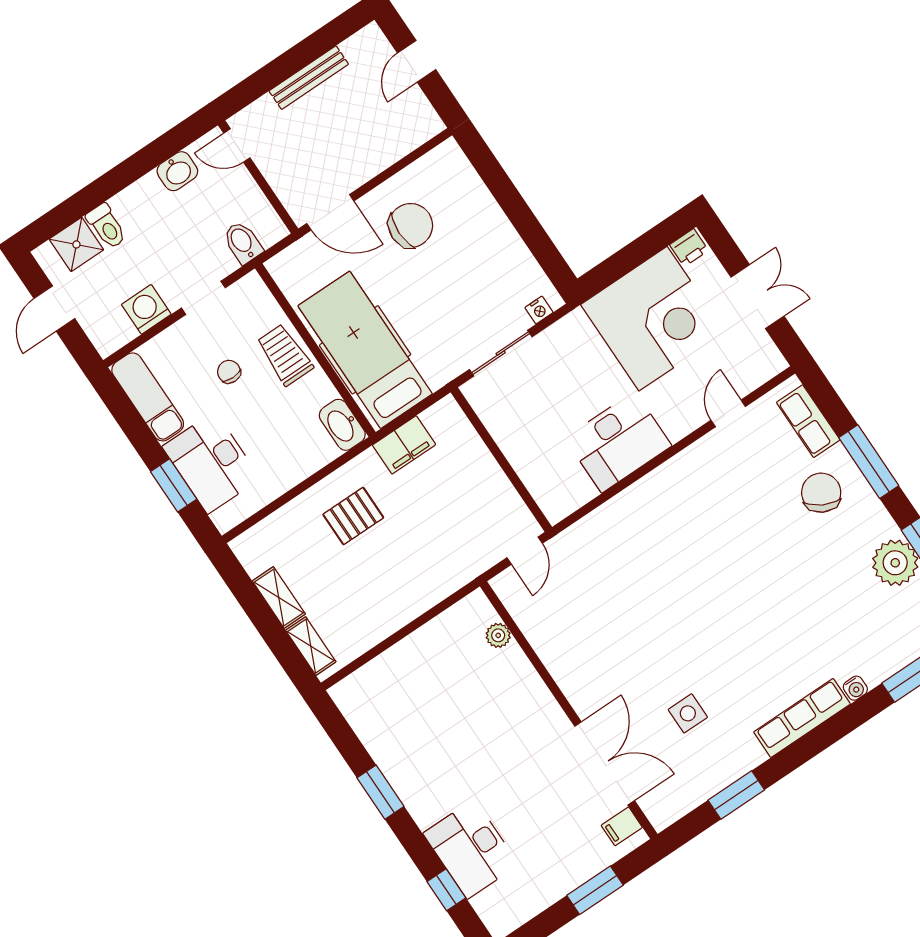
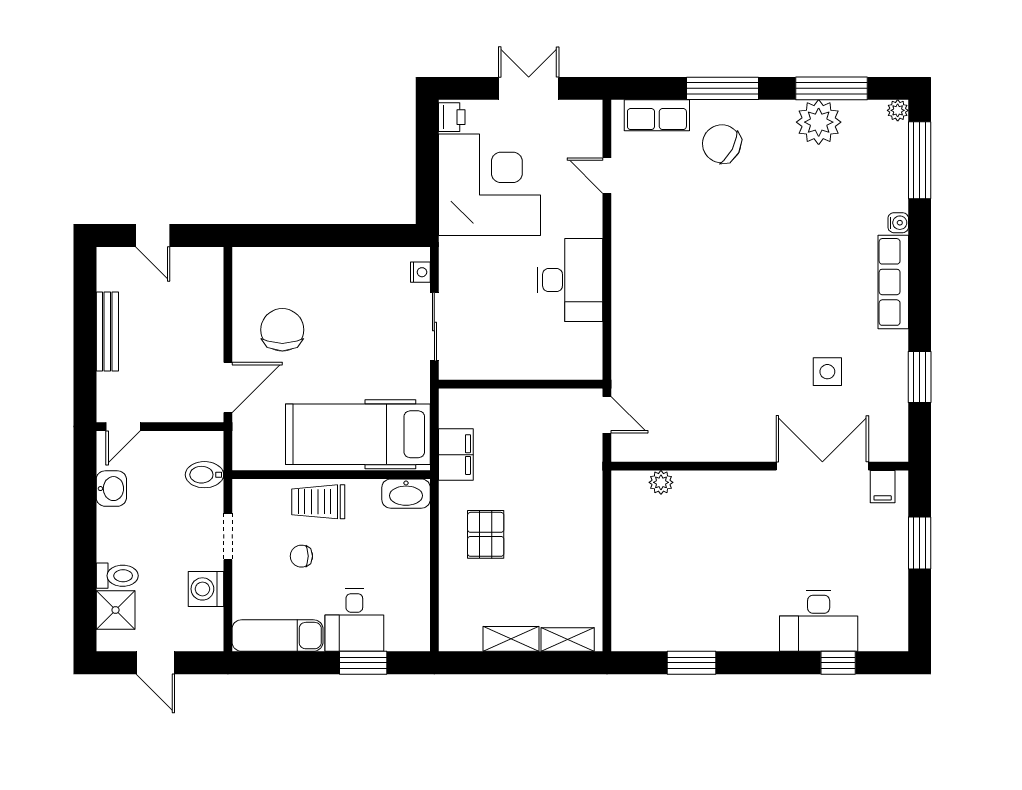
desk: (211, 463) -> (354, 620), width x0.73
window: (380, 792) -> (692, 663), moved

